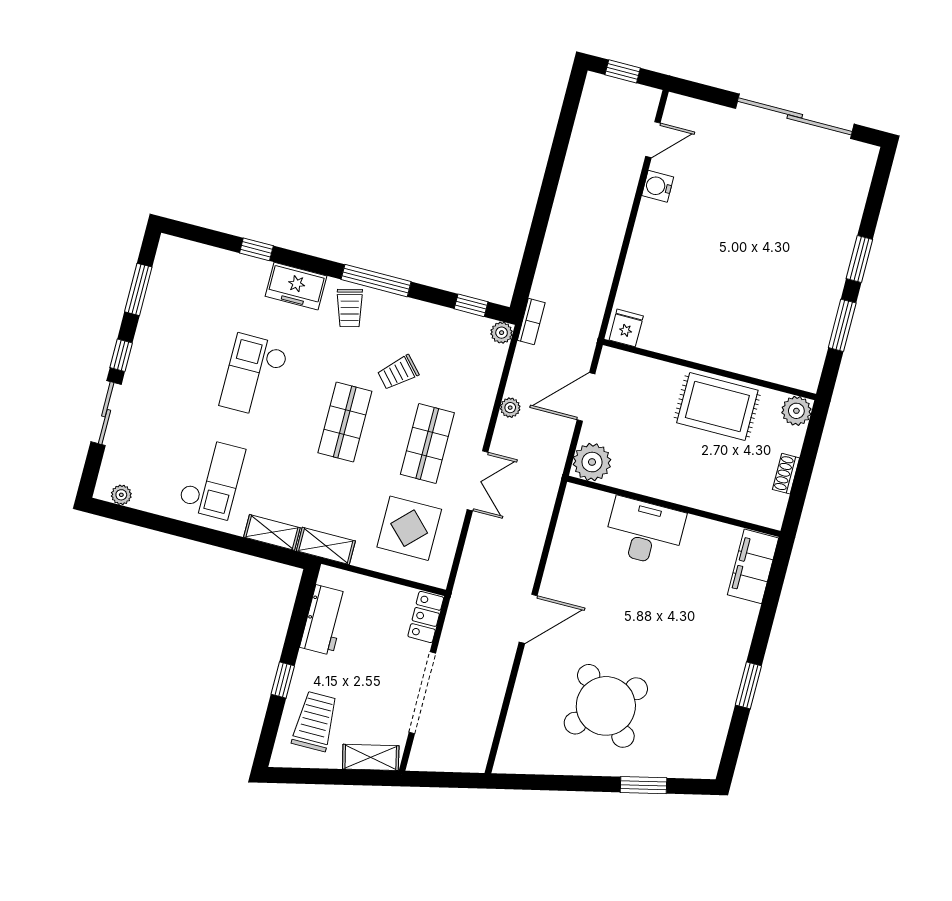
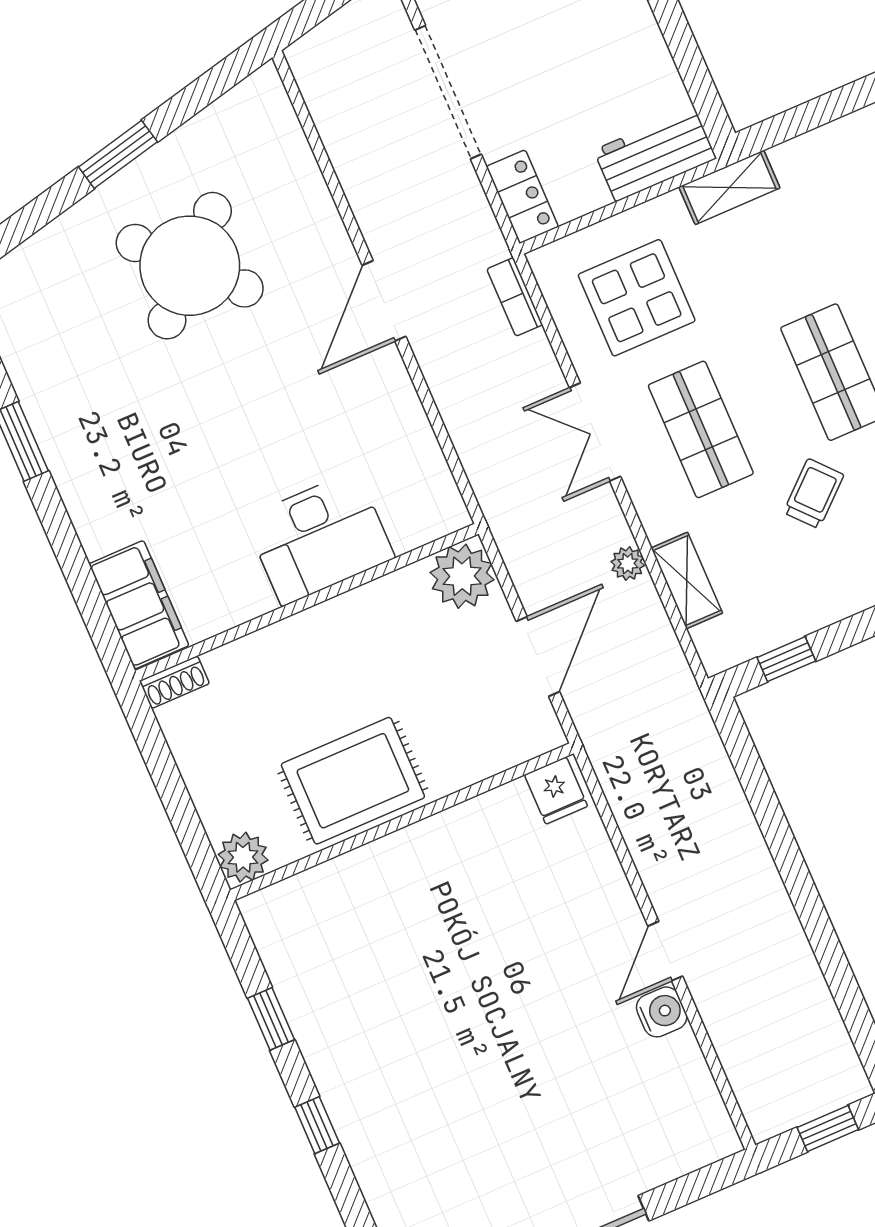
door: (653, 140) -> (665, 951), moved
window: (859, 259) -> (317, 1125), width x0.67
bookcase: (531, 321) -> (515, 297), moved
window: (842, 325) -> (271, 1019), width x0.67
plant: (502, 333) -> (717, 654), removed
shoe rack: (786, 474) -> (174, 682), moved, turned 90
shelving: (272, 532) -> (687, 581), moved, turned 90
workbench: (324, 620) -> (655, 154), moved, turned 90
window: (643, 785) -> (118, 154), moved

